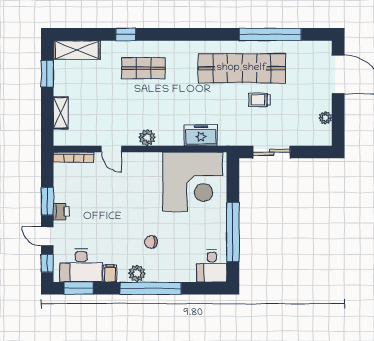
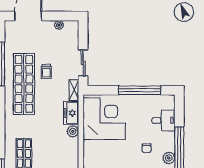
plant: (147, 137) -> (73, 131), moved
shelving: (233, 139) -> (74, 90), added
desk: (212, 266) -> (163, 120), moved

